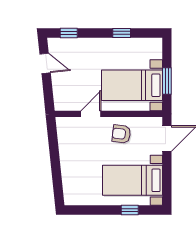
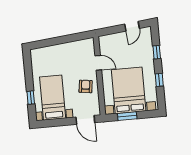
window: (69, 33) -> (157, 52), moved
bed with nightstands: (132, 85) -> (129, 90), width x1.36

